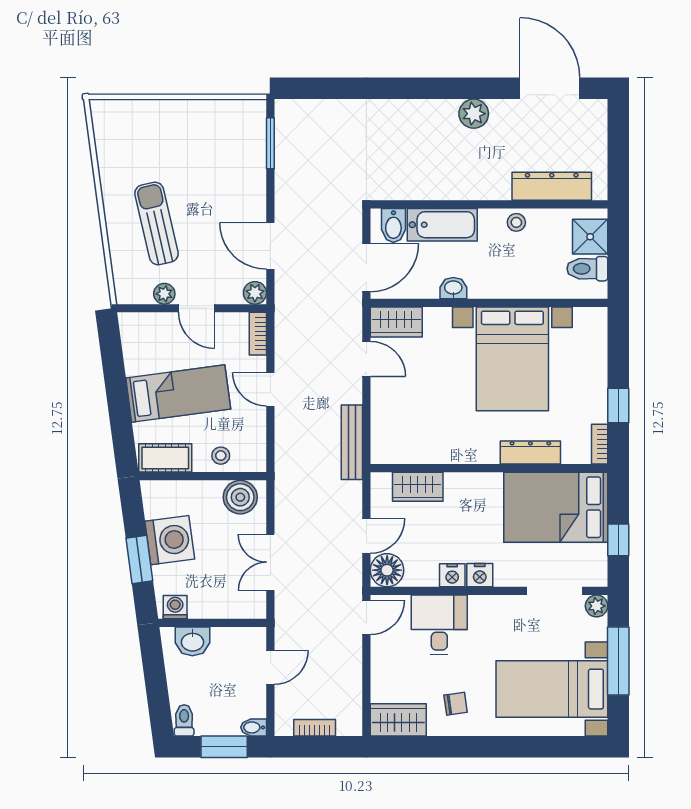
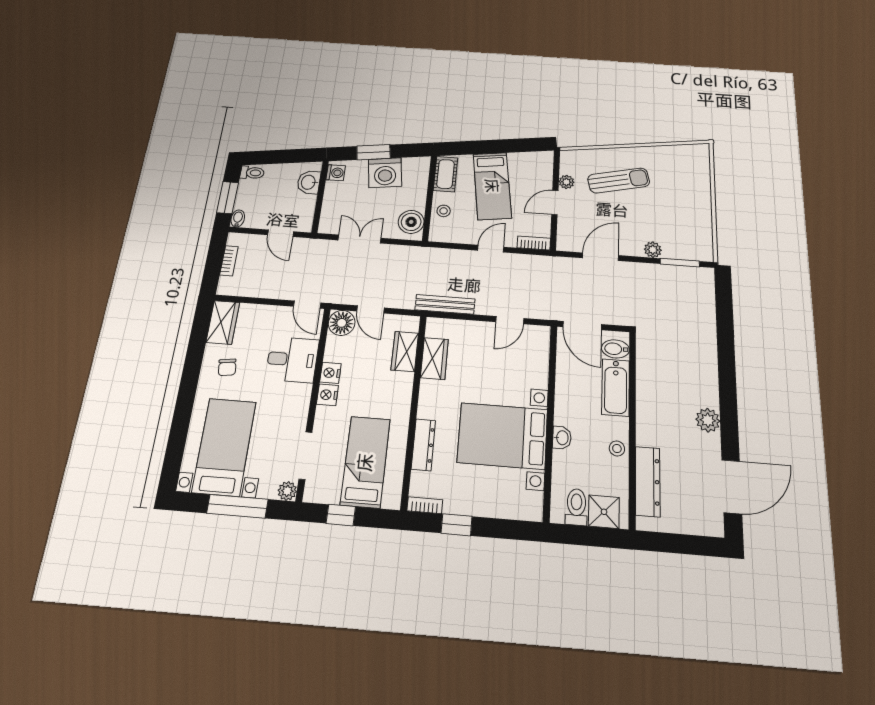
washbasin: (453, 288) -> (562, 438), moved
plant: (255, 293) -> (653, 250), moved
wardrobe: (396, 322) -> (434, 359), moved, turned 180
bed: (556, 507) -> (365, 462), width x0.67

